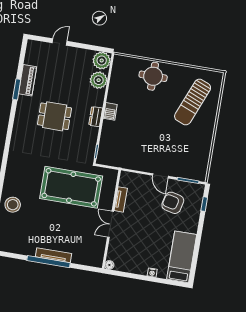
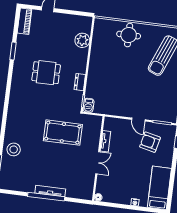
plant: (102, 61) -> (84, 23), removed
piano: (27, 80) -> (24, 21), moved
barbecue: (110, 111) -> (88, 105), moved
dresser: (96, 117) -> (80, 82), moved
pool table: (71, 187) -> (63, 133), width x0.73, depth x0.76
double door: (111, 224) -> (98, 163), swing flipped

